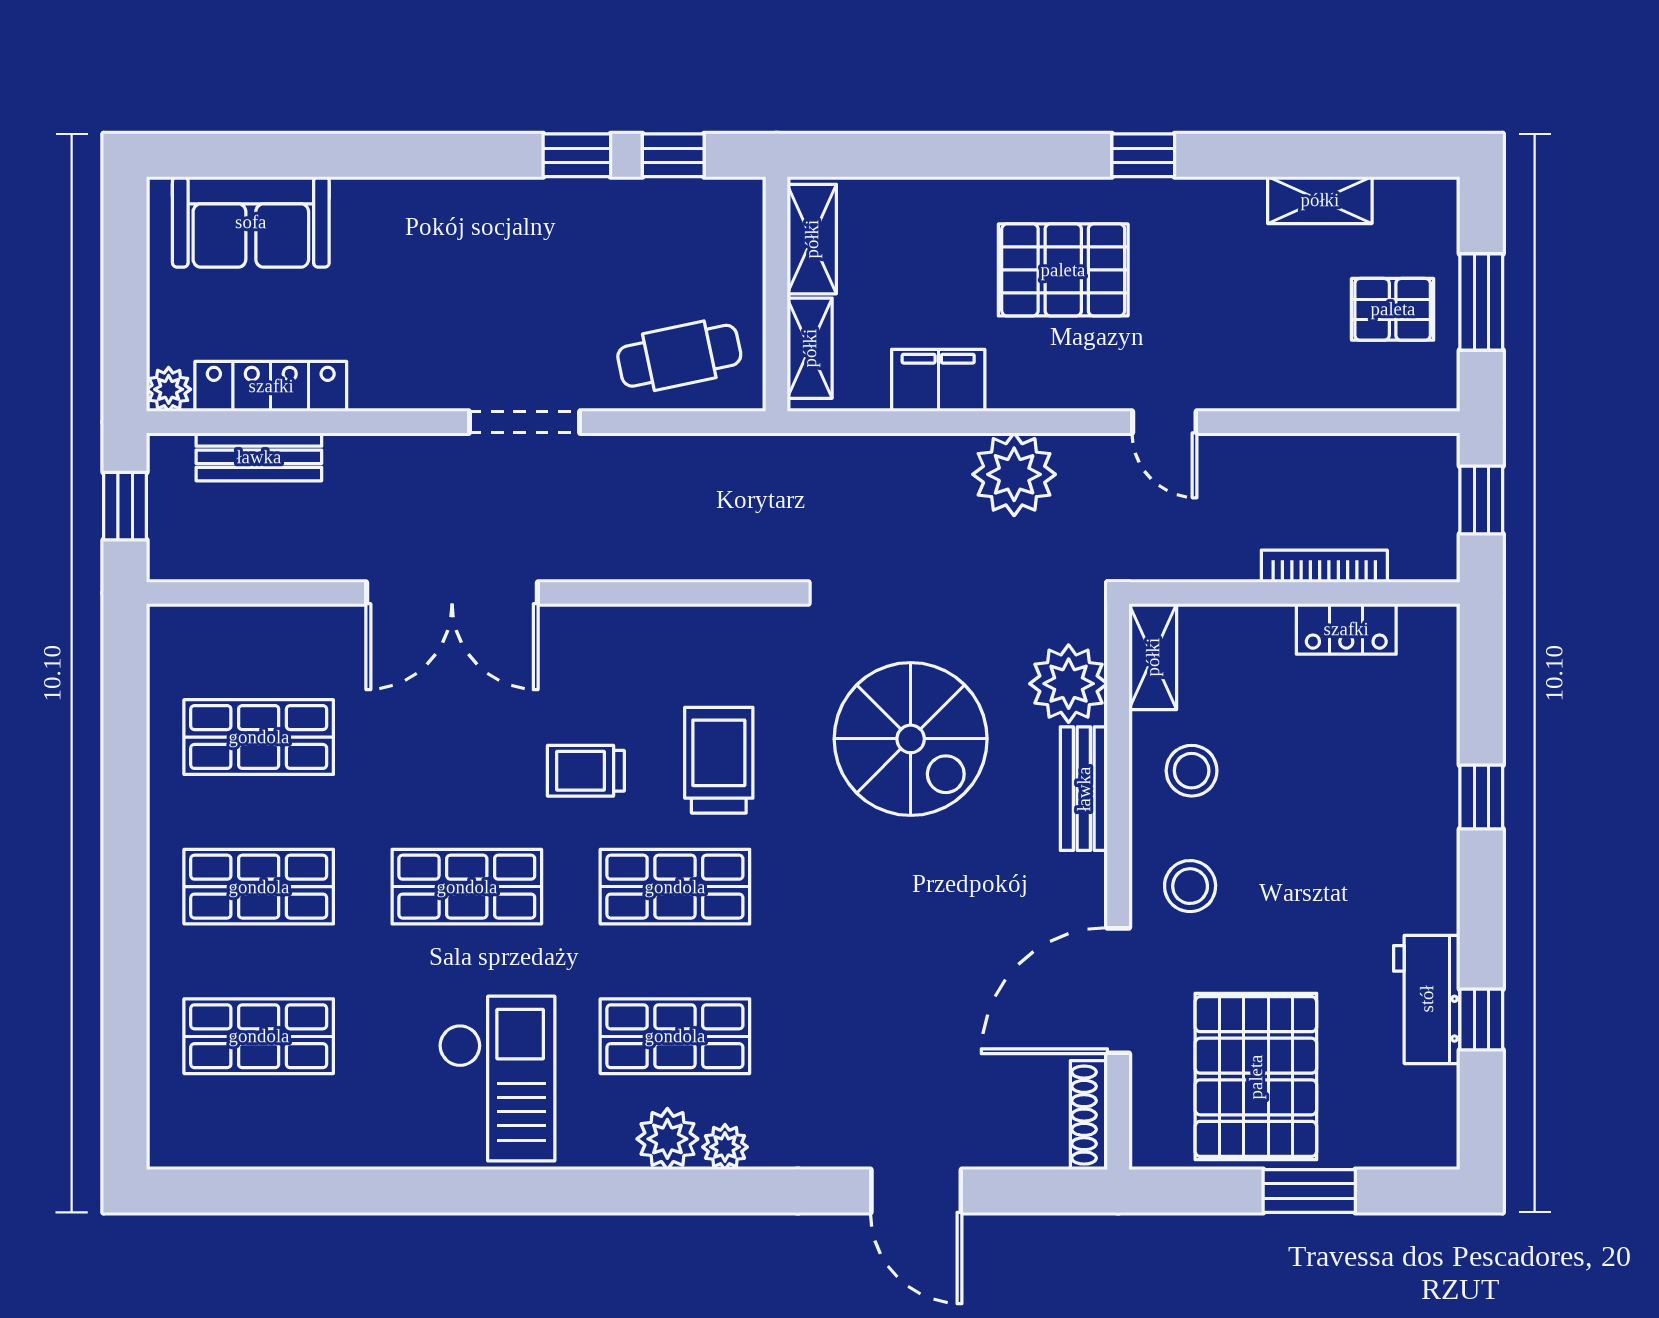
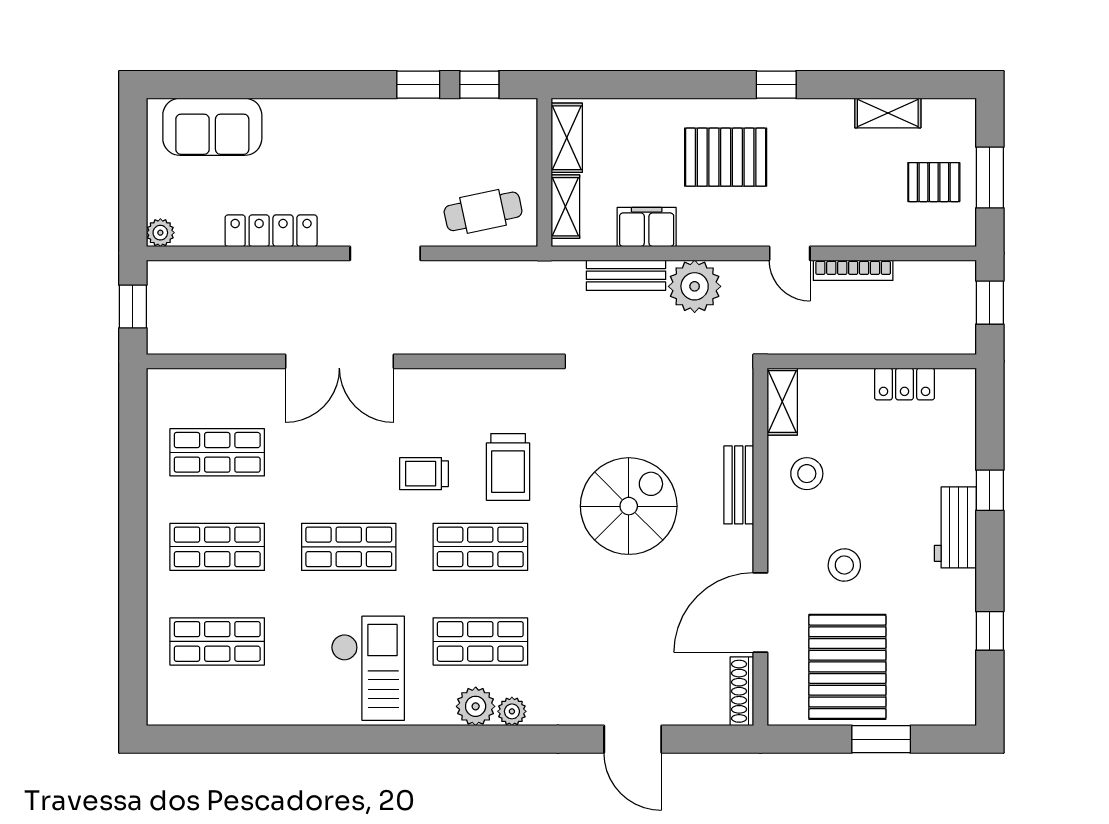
locker: (271, 386) -> (271, 231), moved
bench: (259, 457) -> (626, 275), moved
bookcase: (1324, 566) -> (853, 270), moved, turned 180
plant: (1069, 684) -> (729, 419), removed
spiral stairs: (911, 739) -> (629, 506), moved, turned -90
trolley: (719, 760) -> (508, 467), turned 180
stool: (1190, 886) -> (844, 565), moved
workbench: (1427, 999) -> (955, 527), moved

